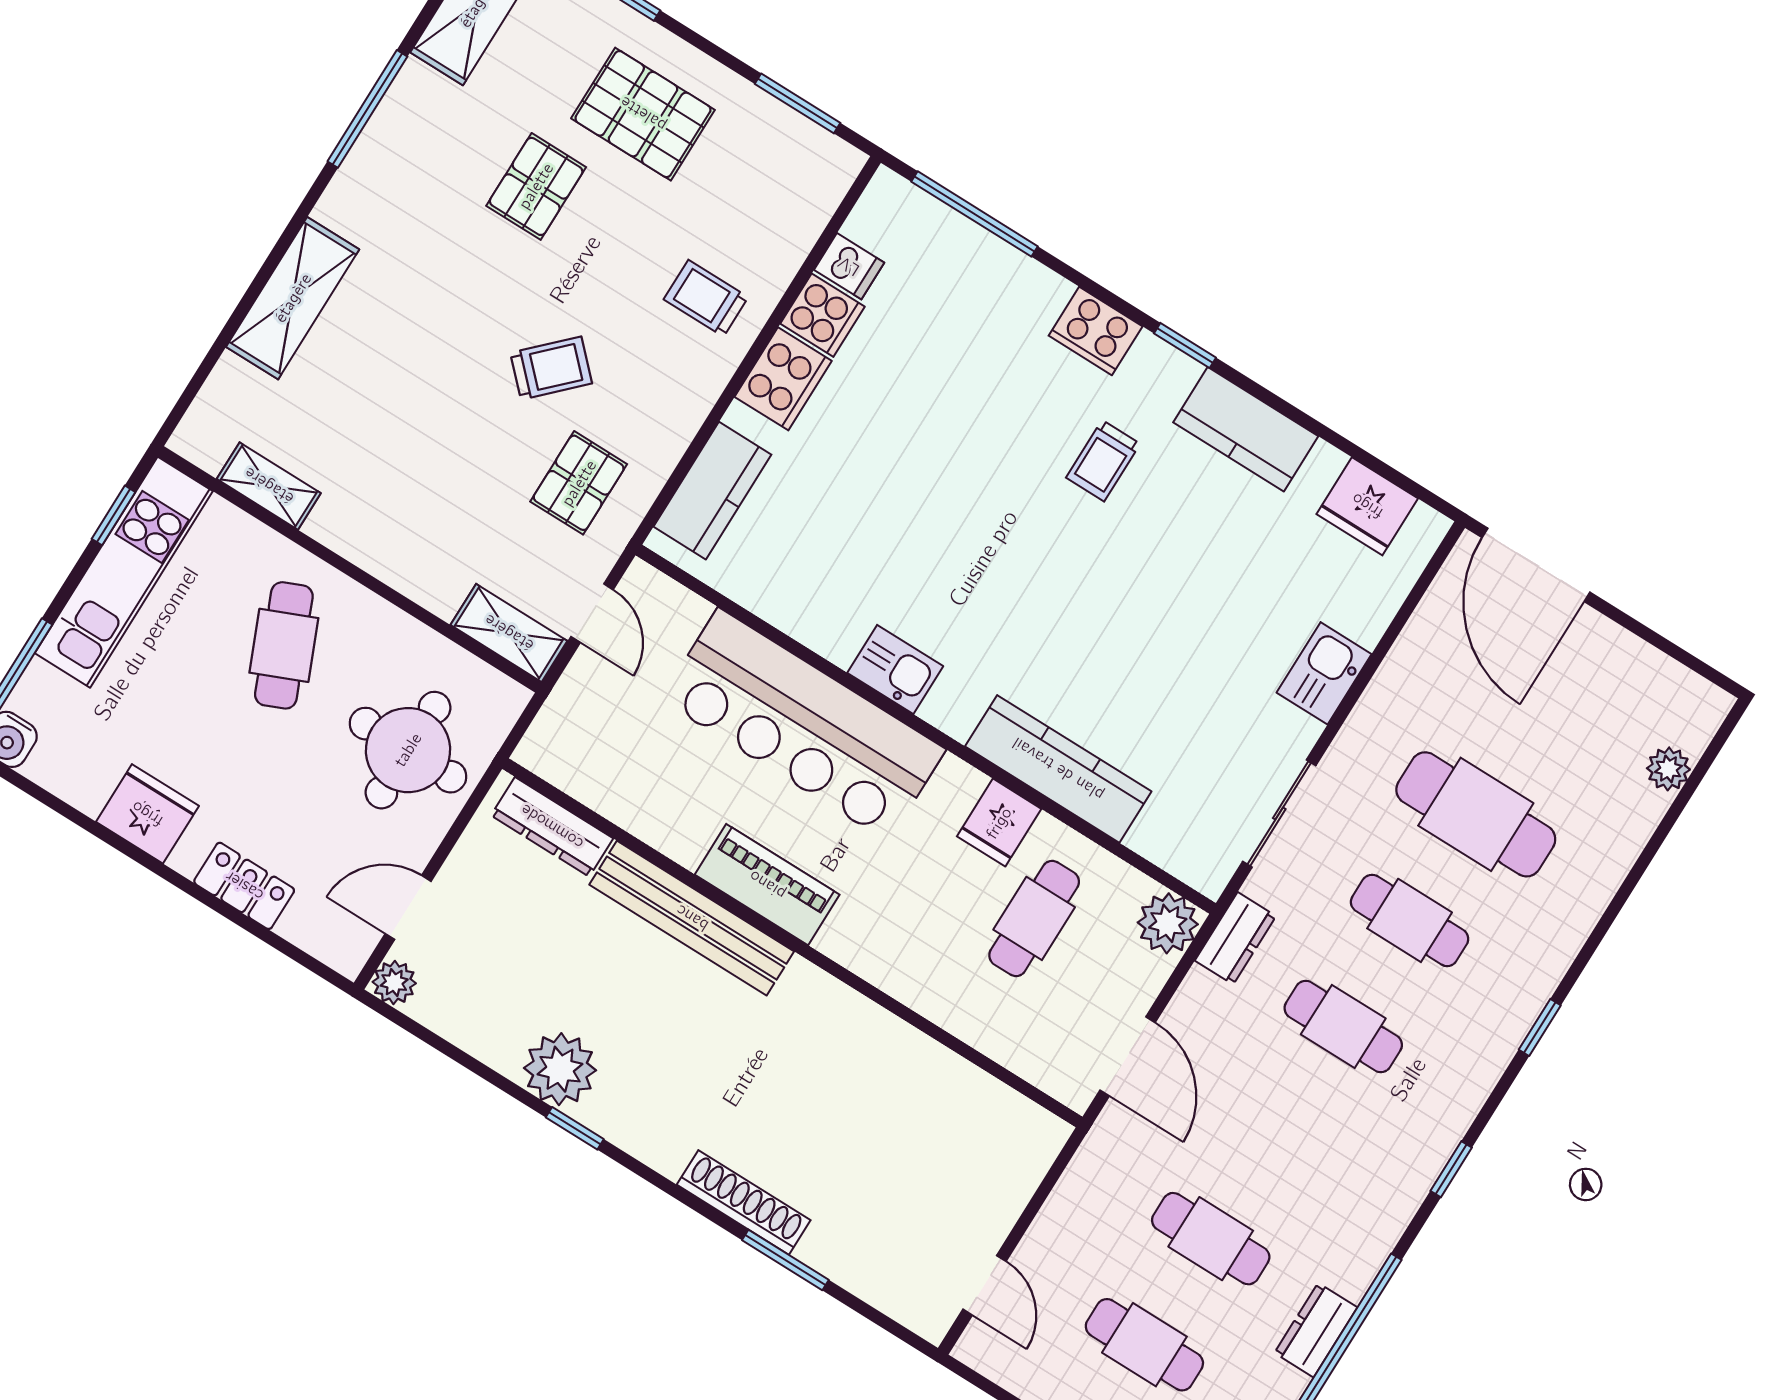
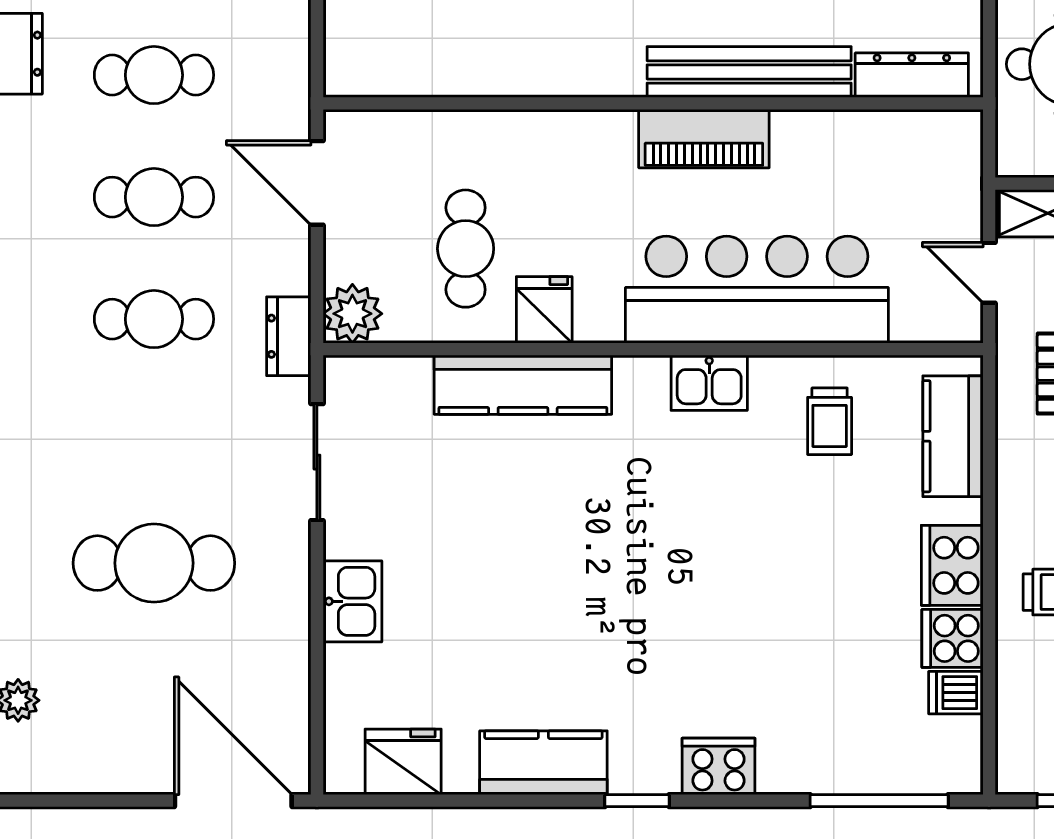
trolley: (1103, 461) -> (830, 421), moved, turned 180
cafe table: (1410, 920) -> (154, 197), moved

